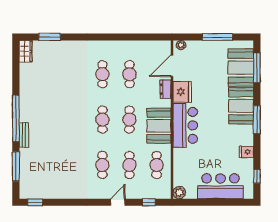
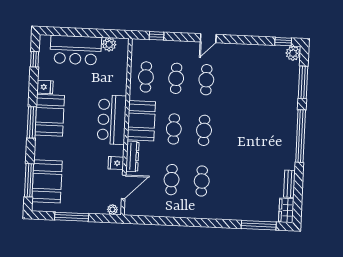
window: (50, 37) -> (259, 225), width x1.44
dresser: (165, 89) -> (132, 156), width x1.44
fridge: (182, 92) -> (116, 163), width x0.53, depth x0.75
booth: (241, 106) -> (50, 115), moved
bench: (24, 135) -> (289, 184), moved
plant: (26, 192) -> (293, 53), added
plant: (179, 193) -> (109, 44), moved
door: (118, 202) -> (208, 38), moved

